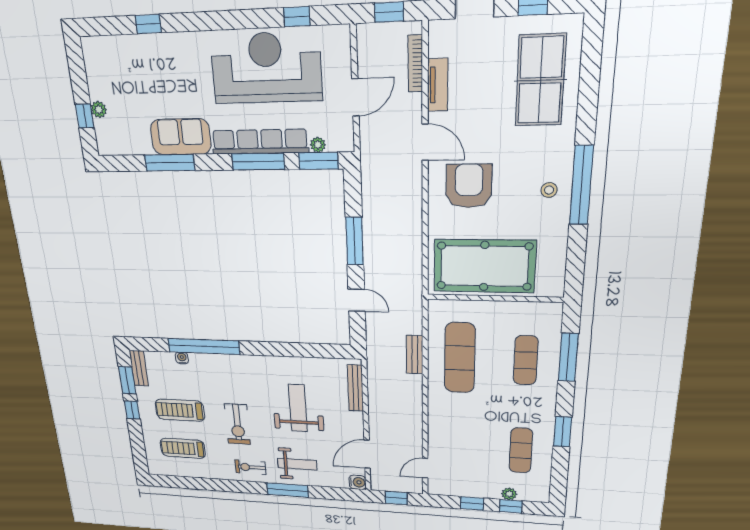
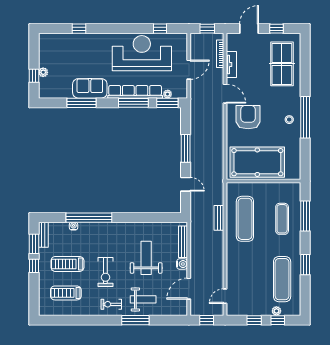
exercise mat: (521, 450) -> (282, 279), width x1.36, depth x1.45
water cooler: (358, 482) -> (182, 264), moved

